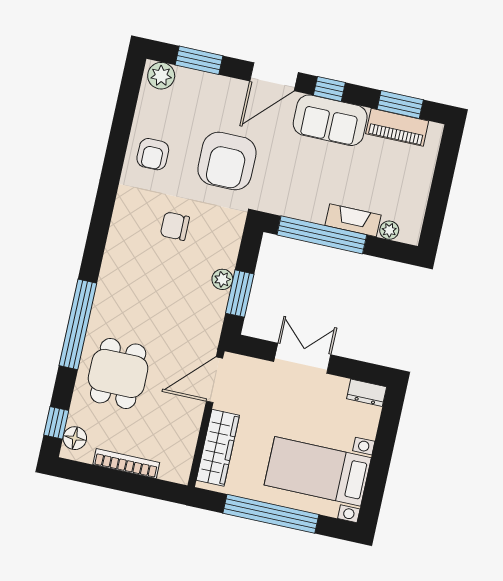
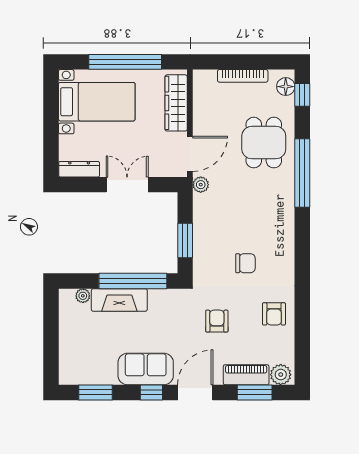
piano: (397, 127) -> (246, 375), moved
armchair: (153, 154) -> (274, 314), turned 180
armchair: (227, 161) -> (217, 321), width x0.53, depth x0.53
fireplace: (353, 220) -> (119, 300), width x1.37, depth x1.32
plant: (222, 279) -> (201, 185), moved
window: (240, 294) -> (185, 240), moved
double door: (302, 358) -> (127, 185), swing flipped
dresser: (367, 393) -> (79, 169), width x1.44

